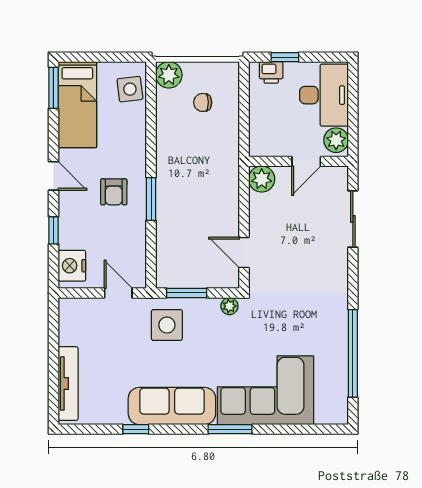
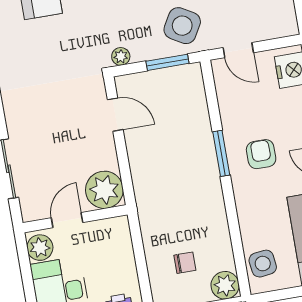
plant: (262, 179) -> (104, 190), width x1.36, depth x1.36
side table: (167, 325) -> (182, 26), turned 30

